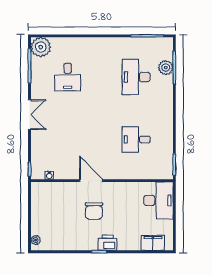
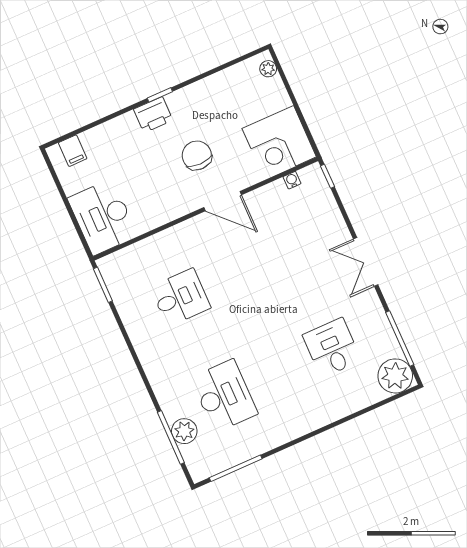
corner desk: (47, 198) -> (279, 143), added
filing cabinet: (153, 243) -> (73, 151), width x0.50

